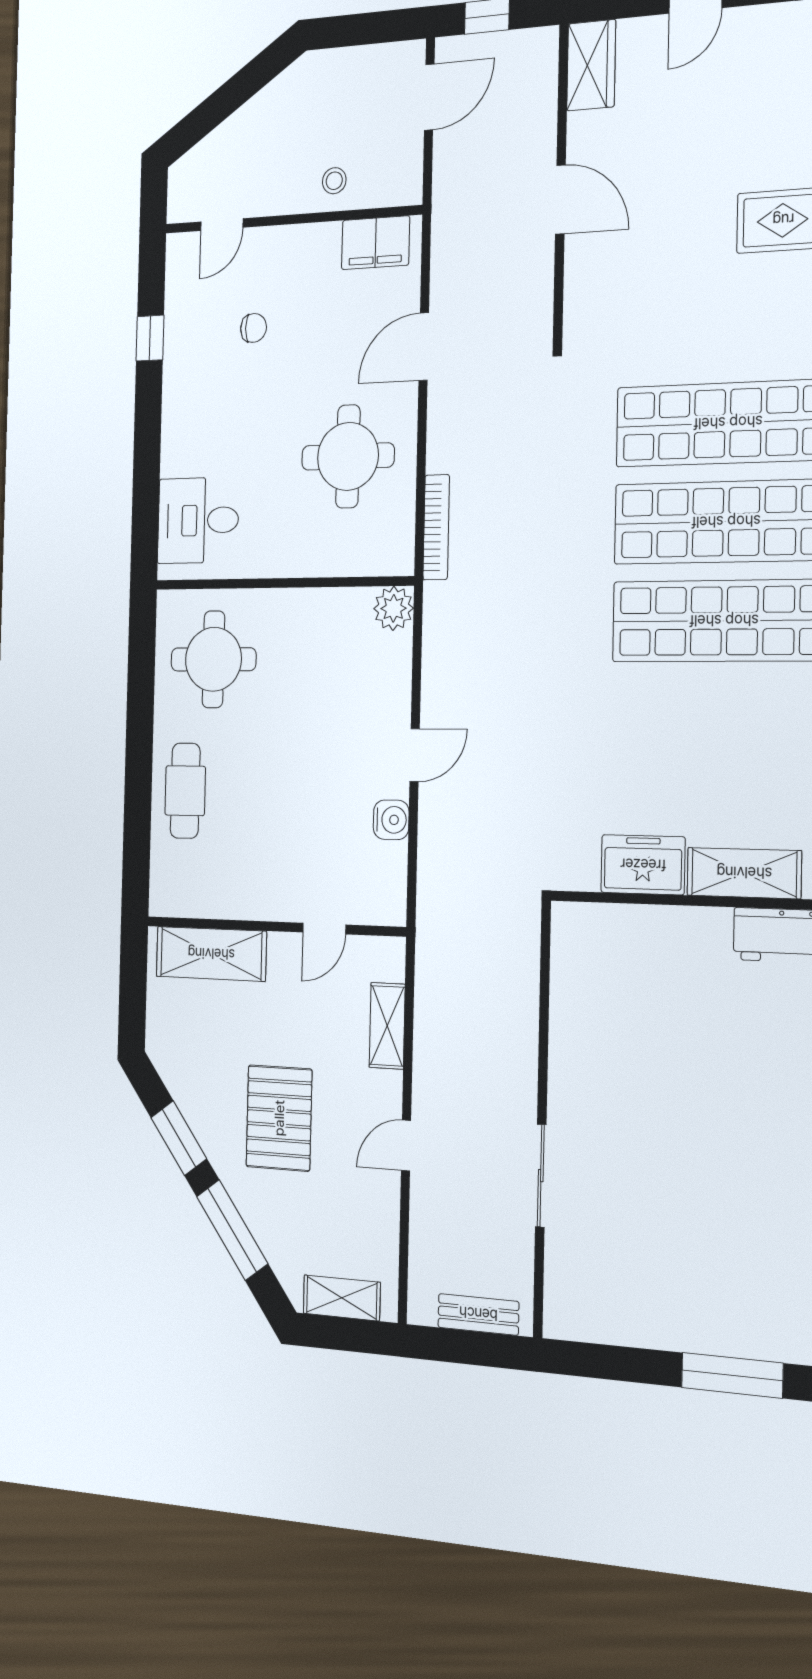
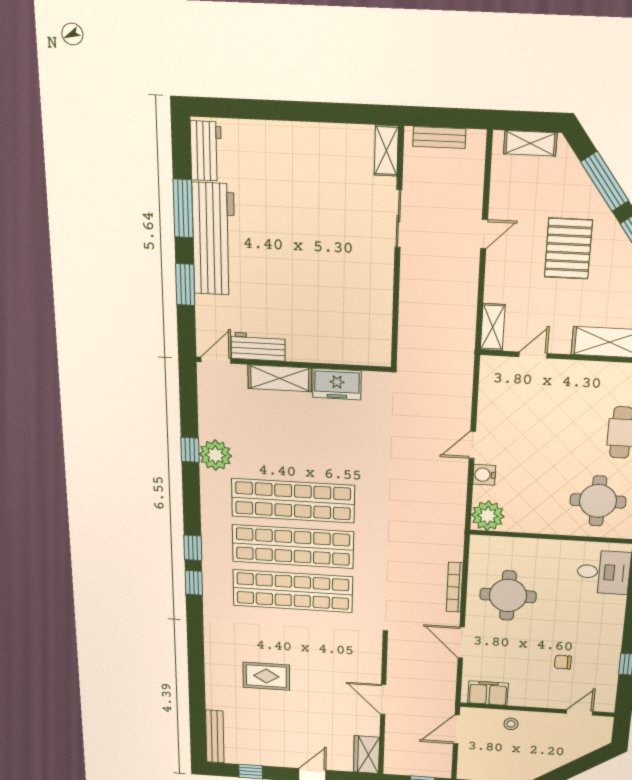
door: (429, 97) -> (456, 729), moved
door: (424, 347) -> (461, 643), swing flipped
bookcase: (436, 527) -> (455, 587), moved
plant: (393, 608) -> (488, 516), width x1.36, depth x1.36
water cooler: (391, 820) -> (484, 475), moved
shelving: (387, 1026) -> (493, 327), moved
shelving: (561, 1296) -> (386, 151), added
window: (732, 1375) -> (281, 110), removed

